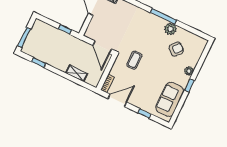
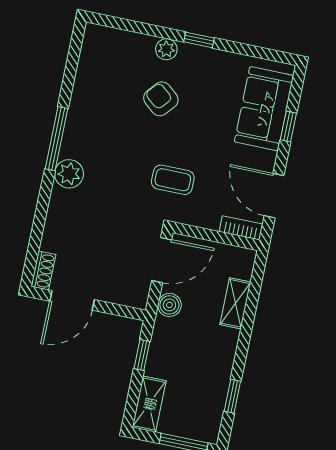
shelving: (44, 27) -> (149, 404), added
plant: (170, 29) -> (69, 174), moved
boiler: (83, 46) -> (169, 305), added
armchair: (176, 49) -> (161, 99), moved
sofa: (170, 99) -> (264, 109), moved, turned 90

